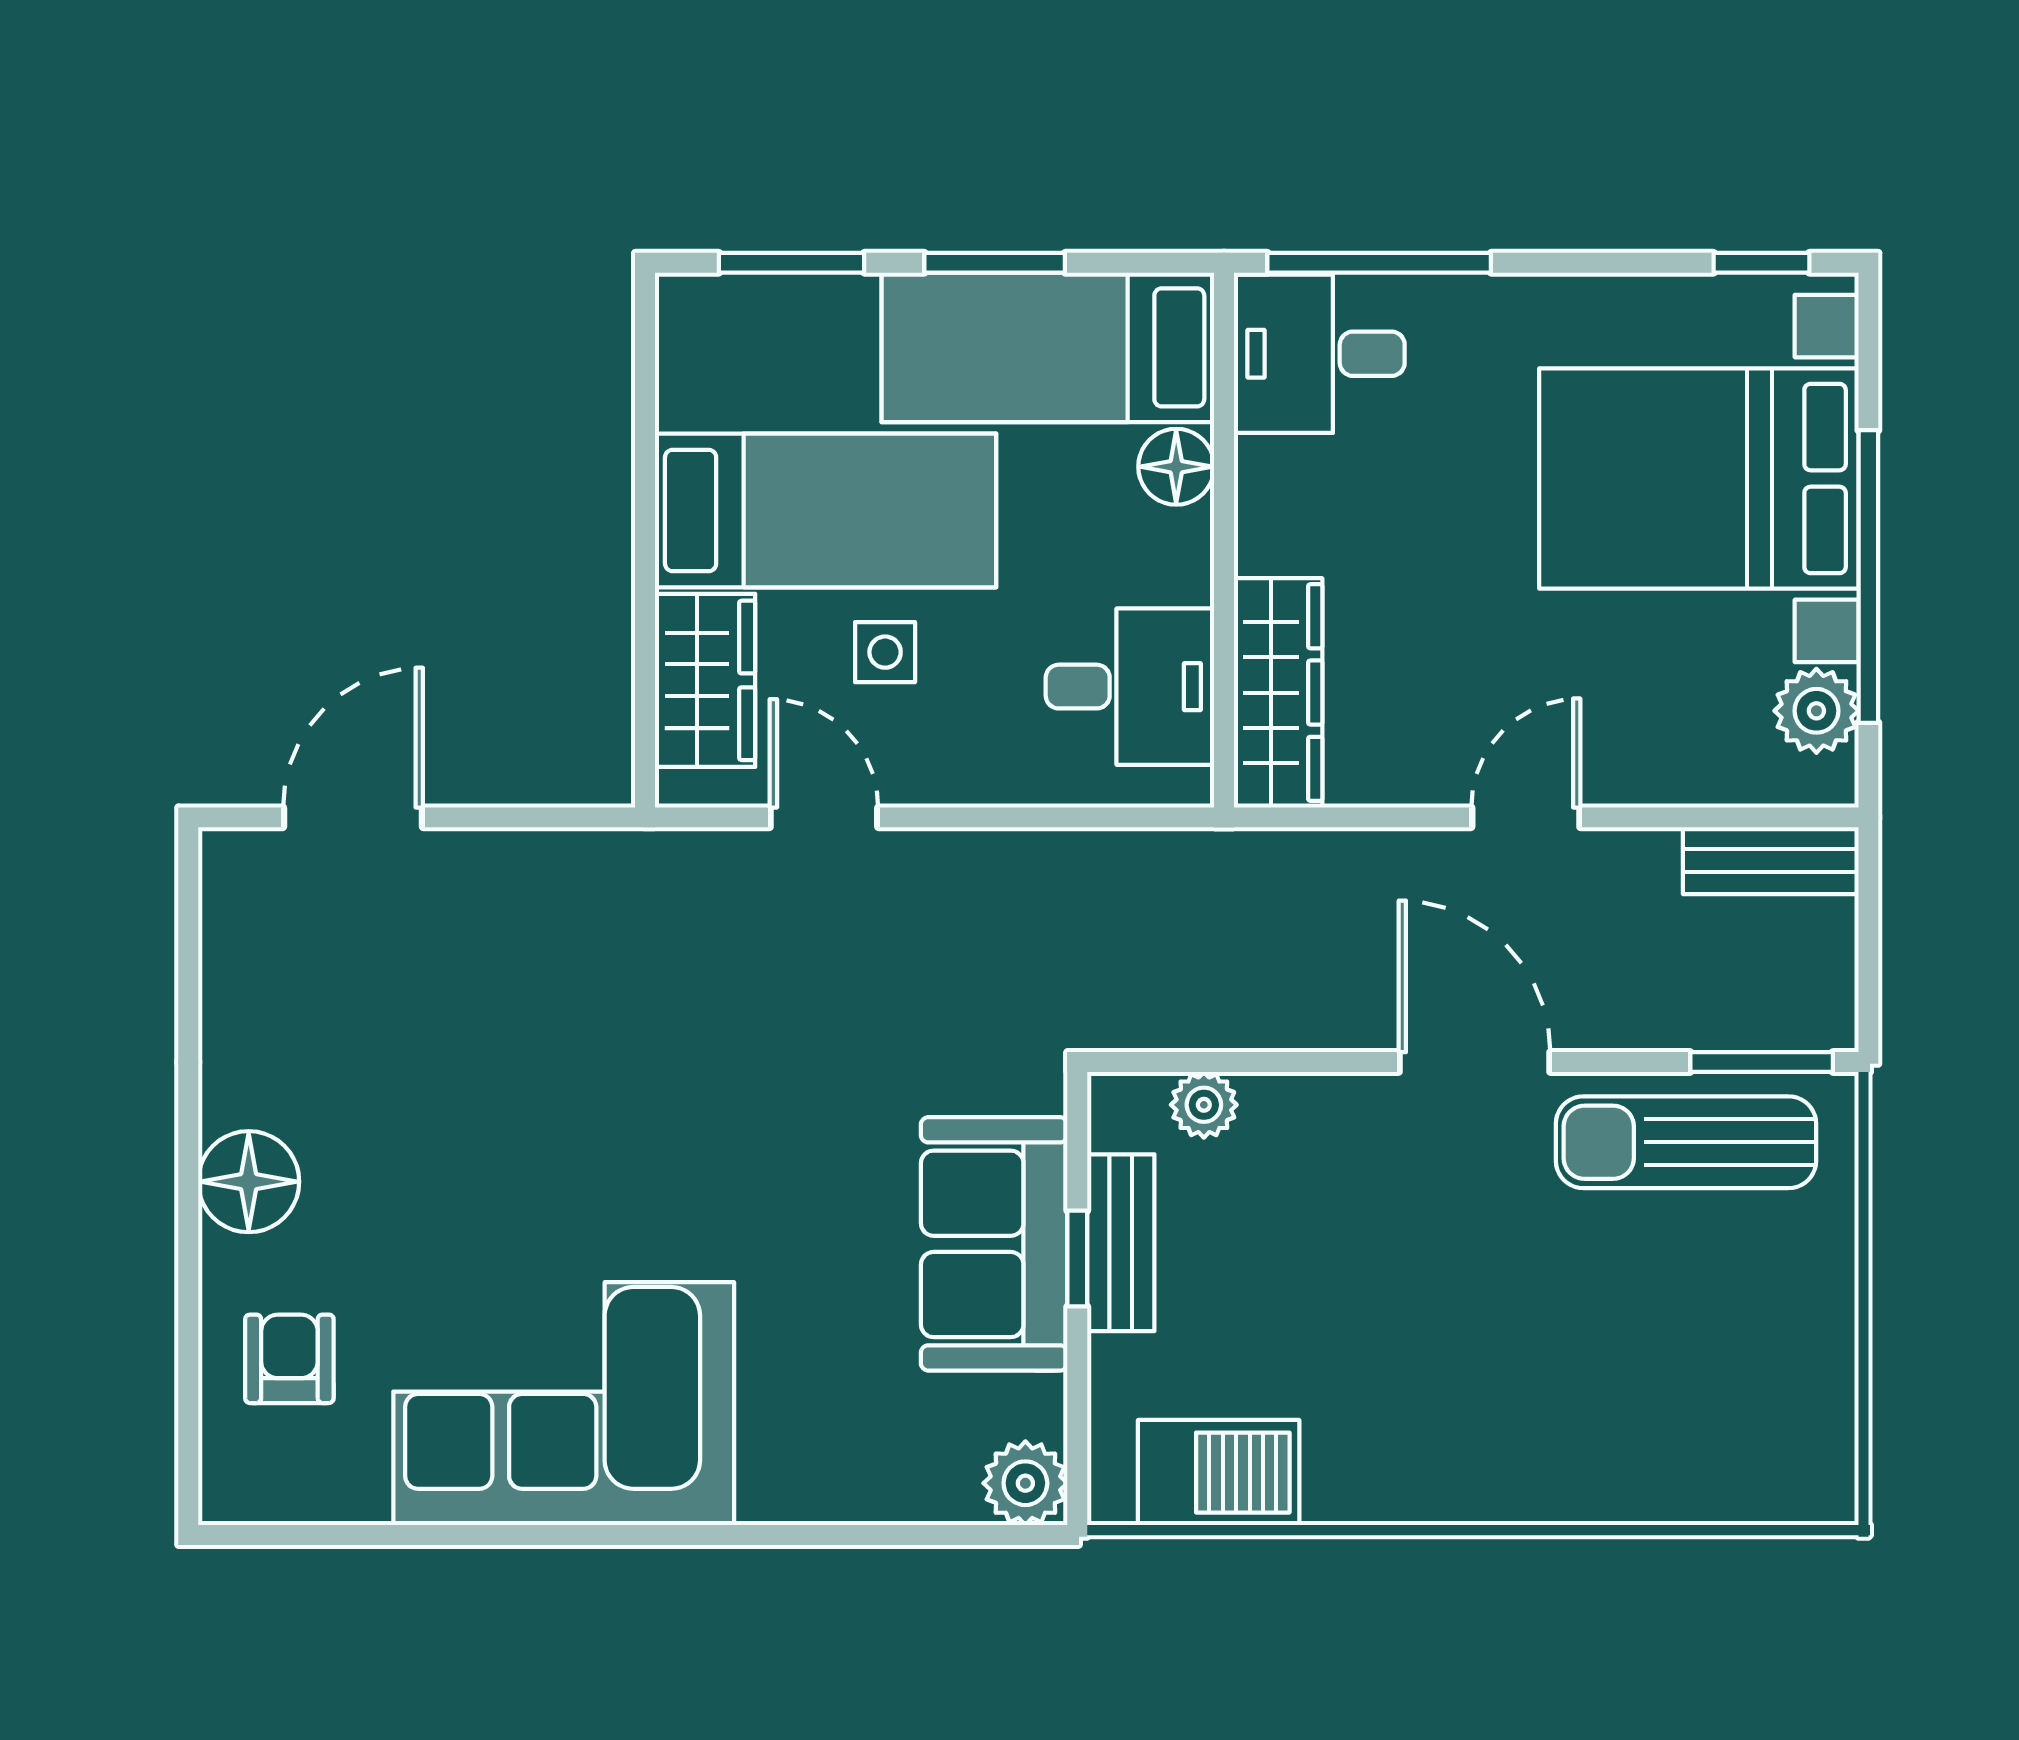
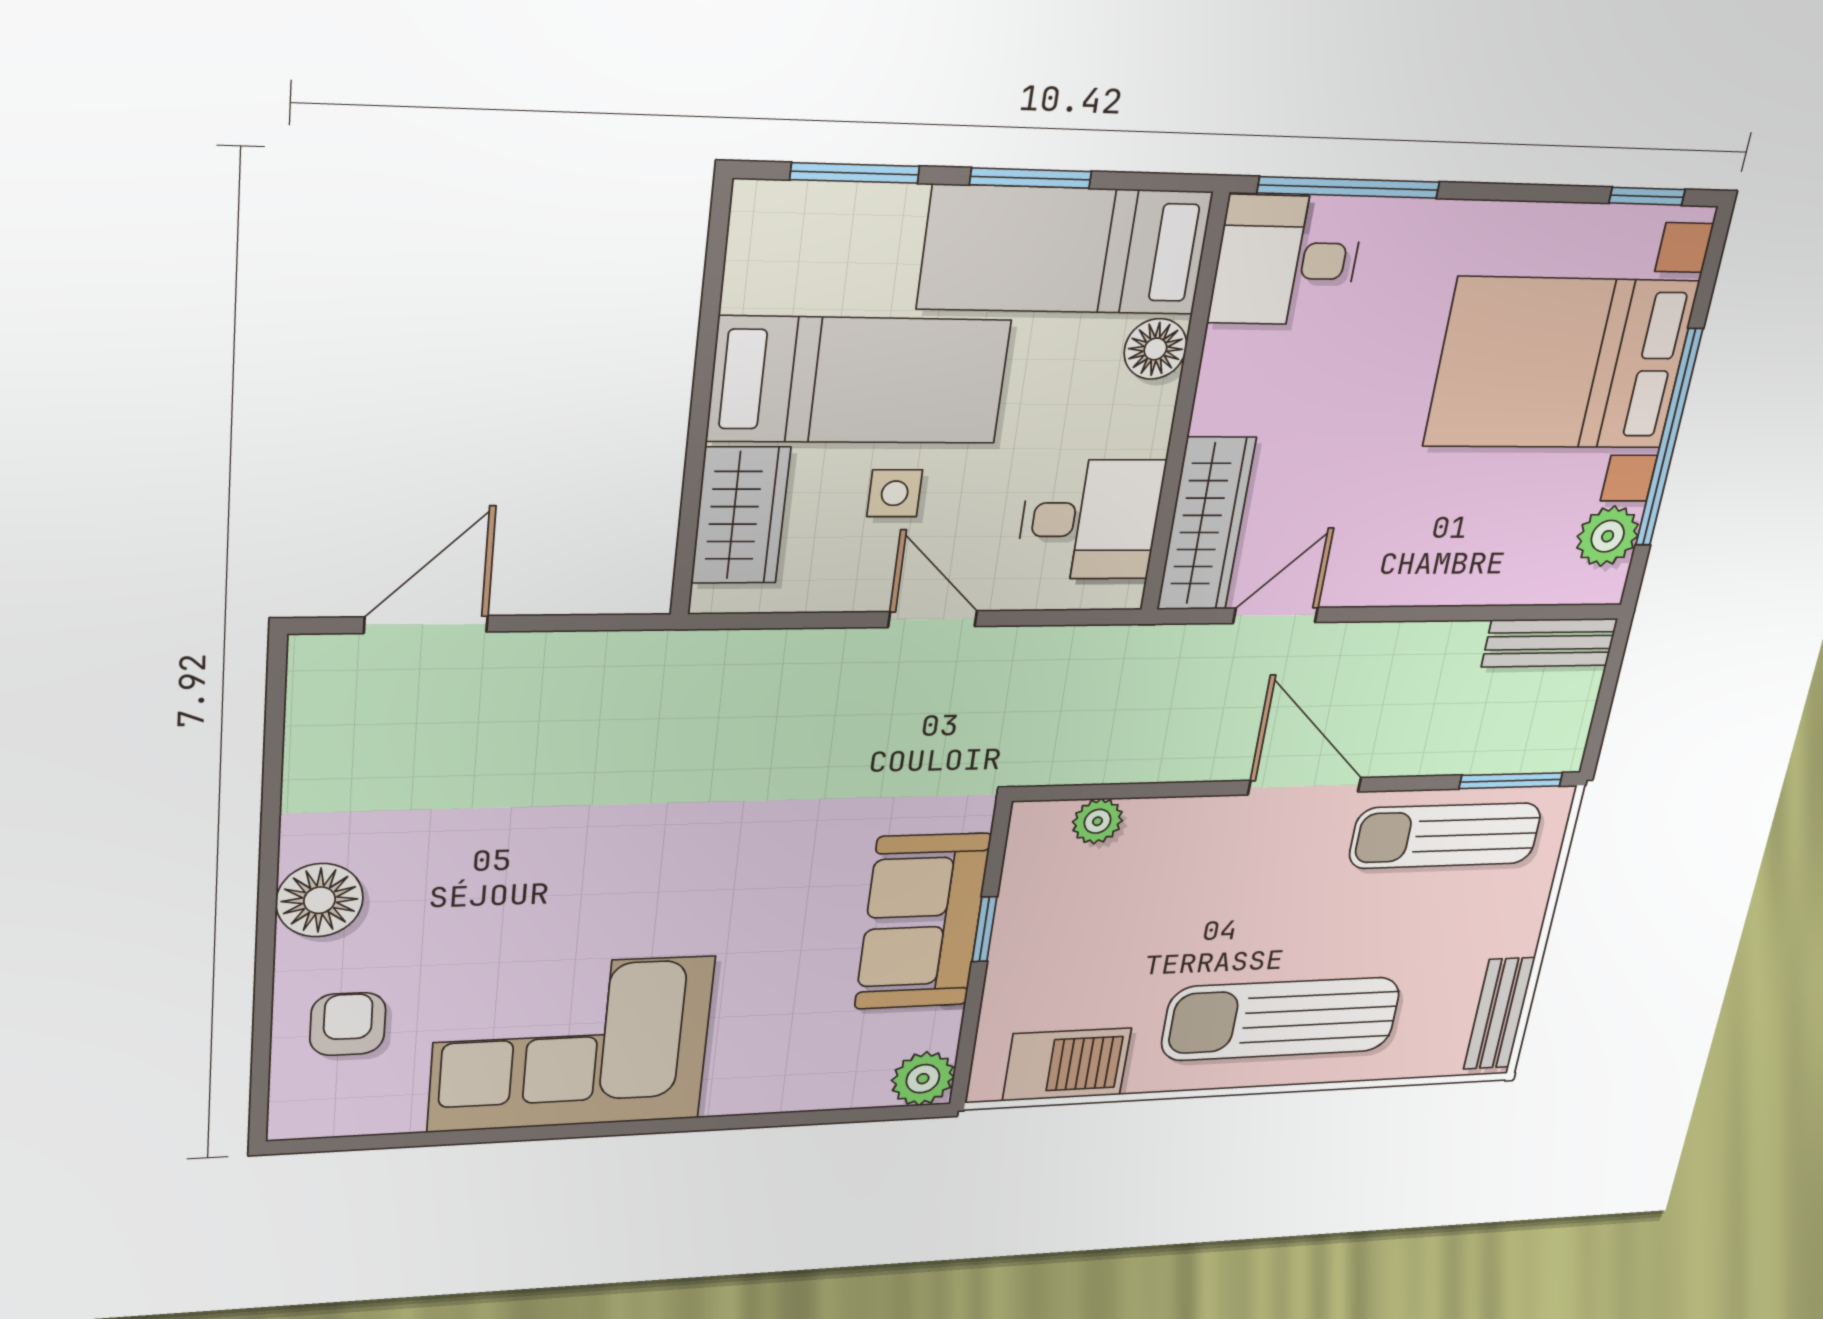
door: (824, 817) -> (933, 619), moved
door: (1526, 817) -> (1276, 615), moved
bench: (1121, 1243) -> (1499, 1014), moved
sun lounger: (1508, 1417) -> (1281, 1019), added

